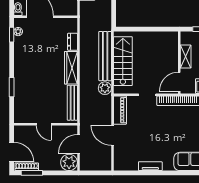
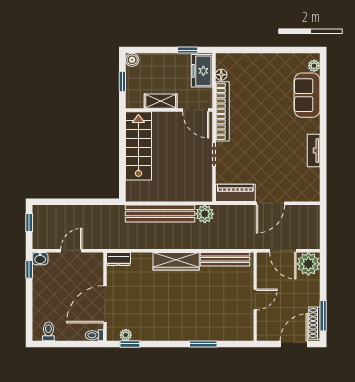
dresser: (73, 42) -> (119, 259), moved
stairs: (123, 61) -> (138, 146), moved, turned 90

